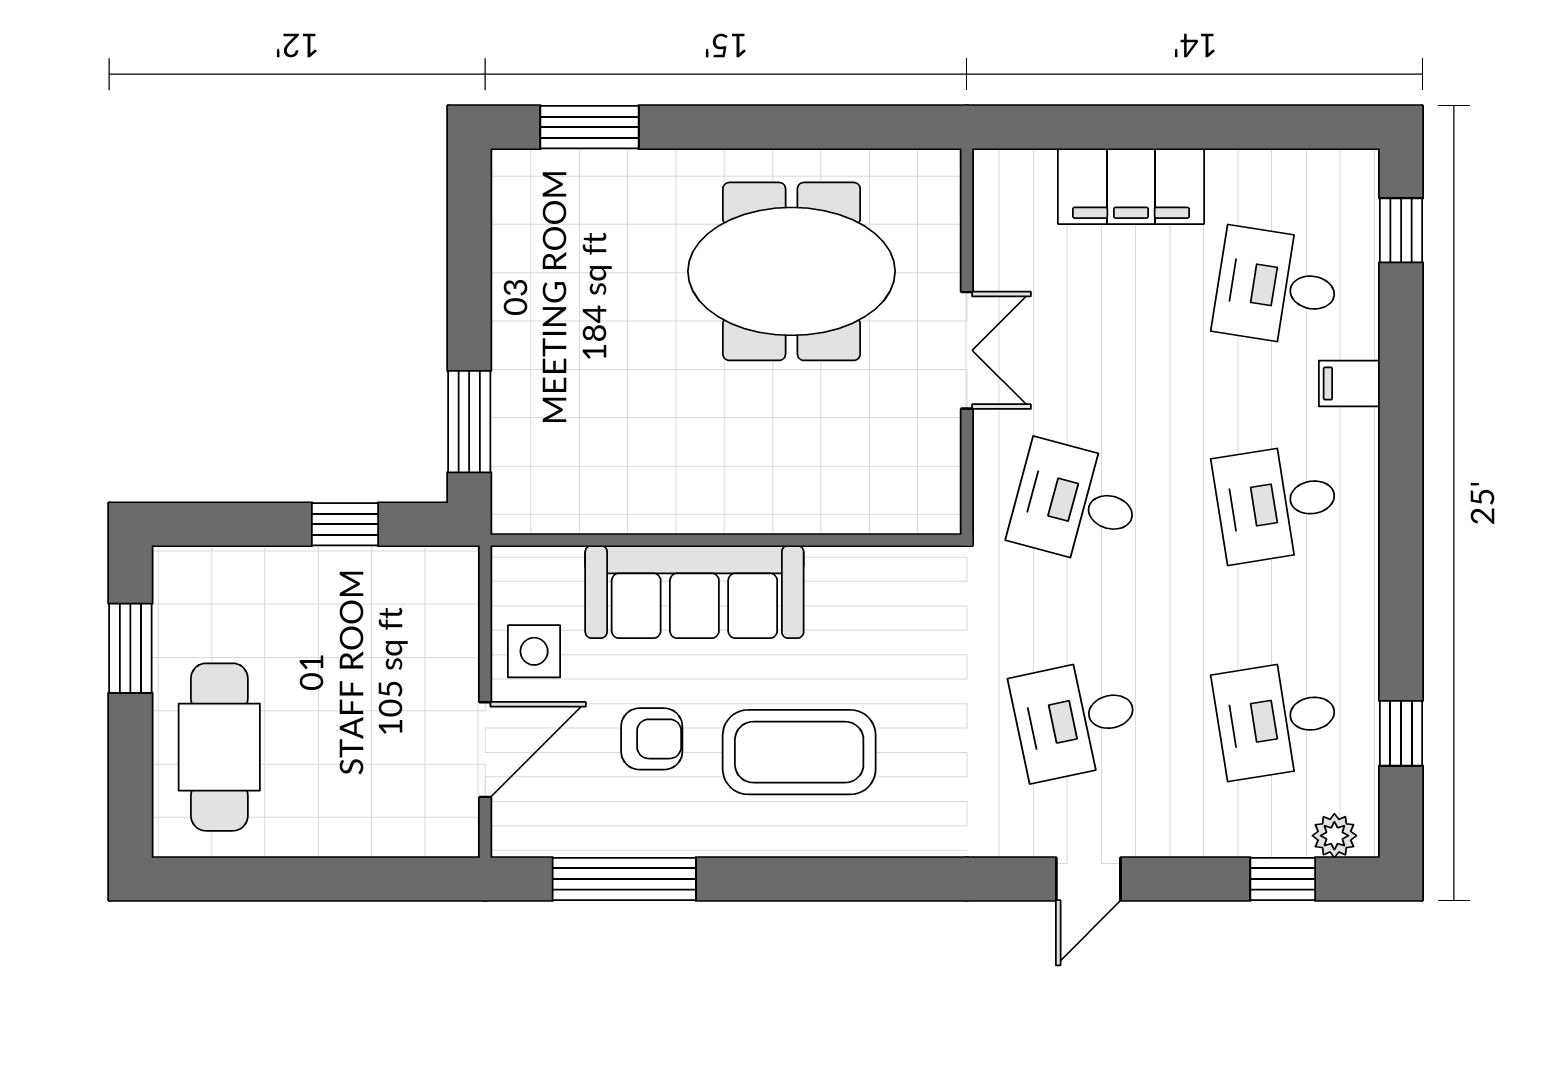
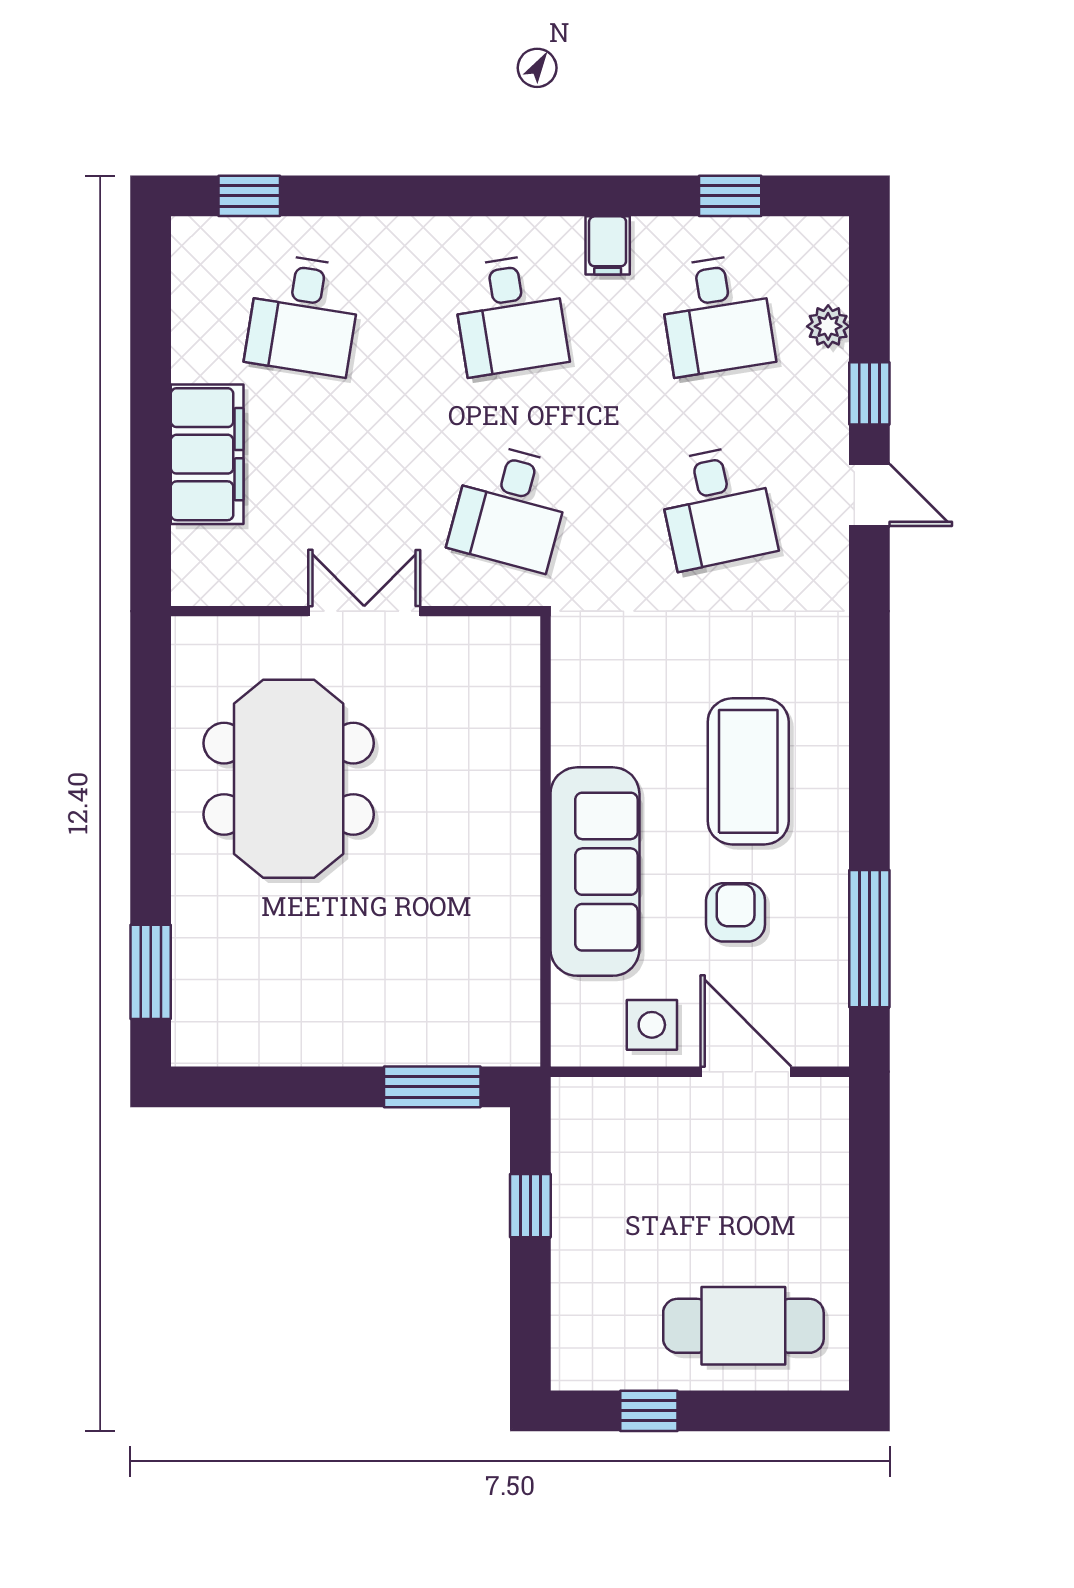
filing cabinet: (1349, 383) -> (608, 245), moved
window: (130, 648) -> (649, 1411), width x0.67
plant: (1334, 836) -> (828, 326), moved
window: (1283, 879) -> (869, 393), moved

